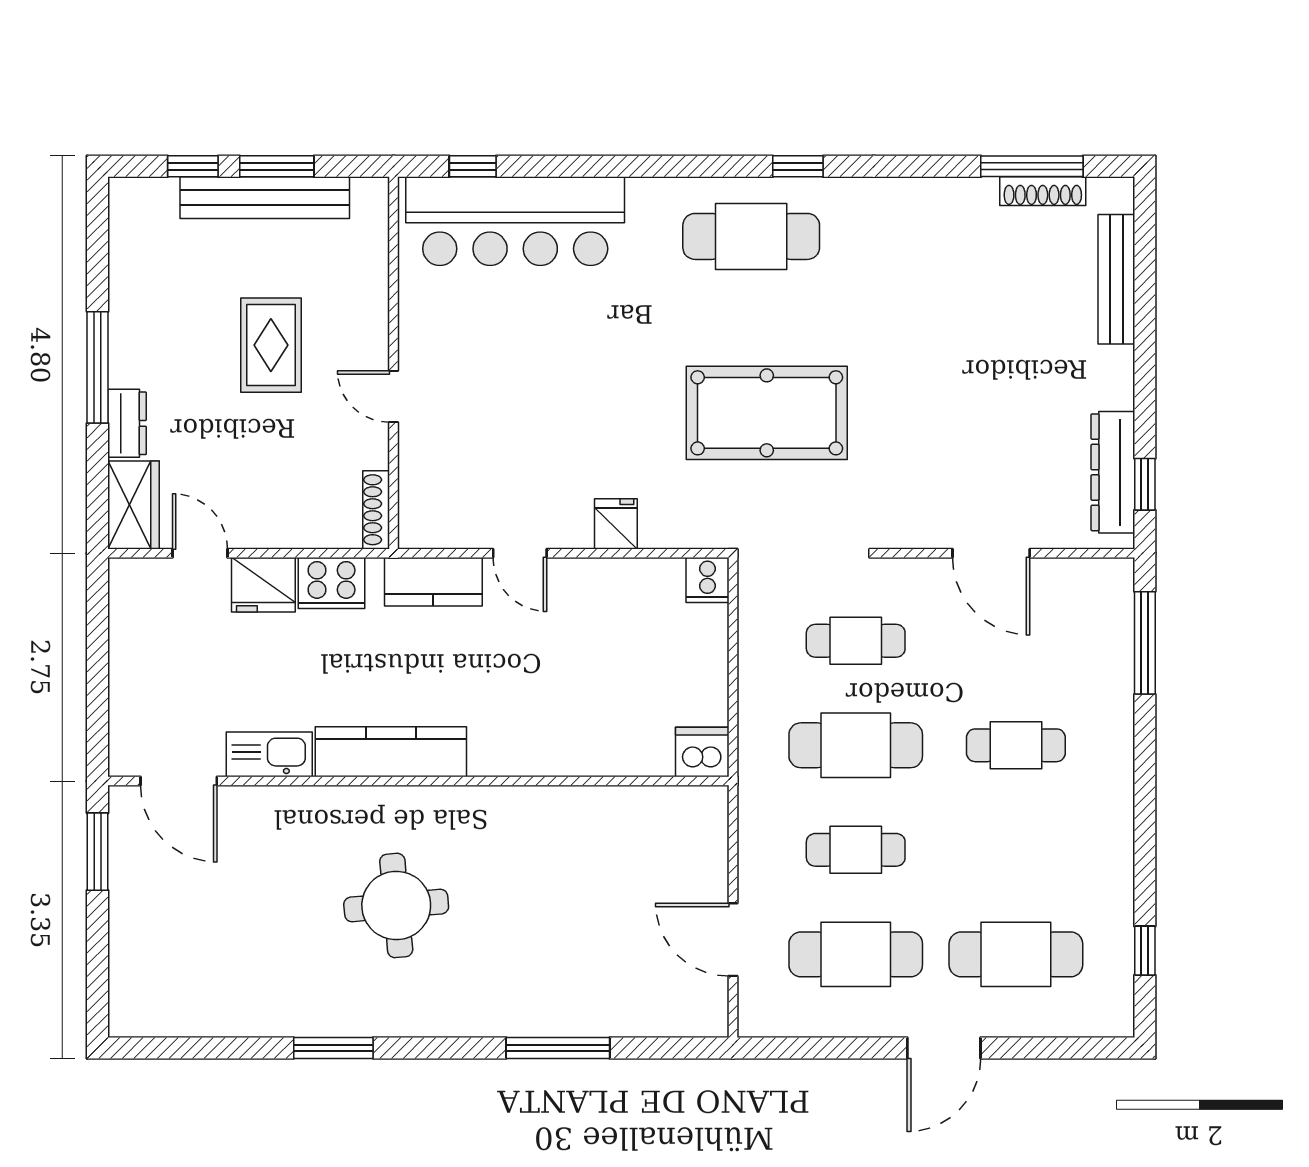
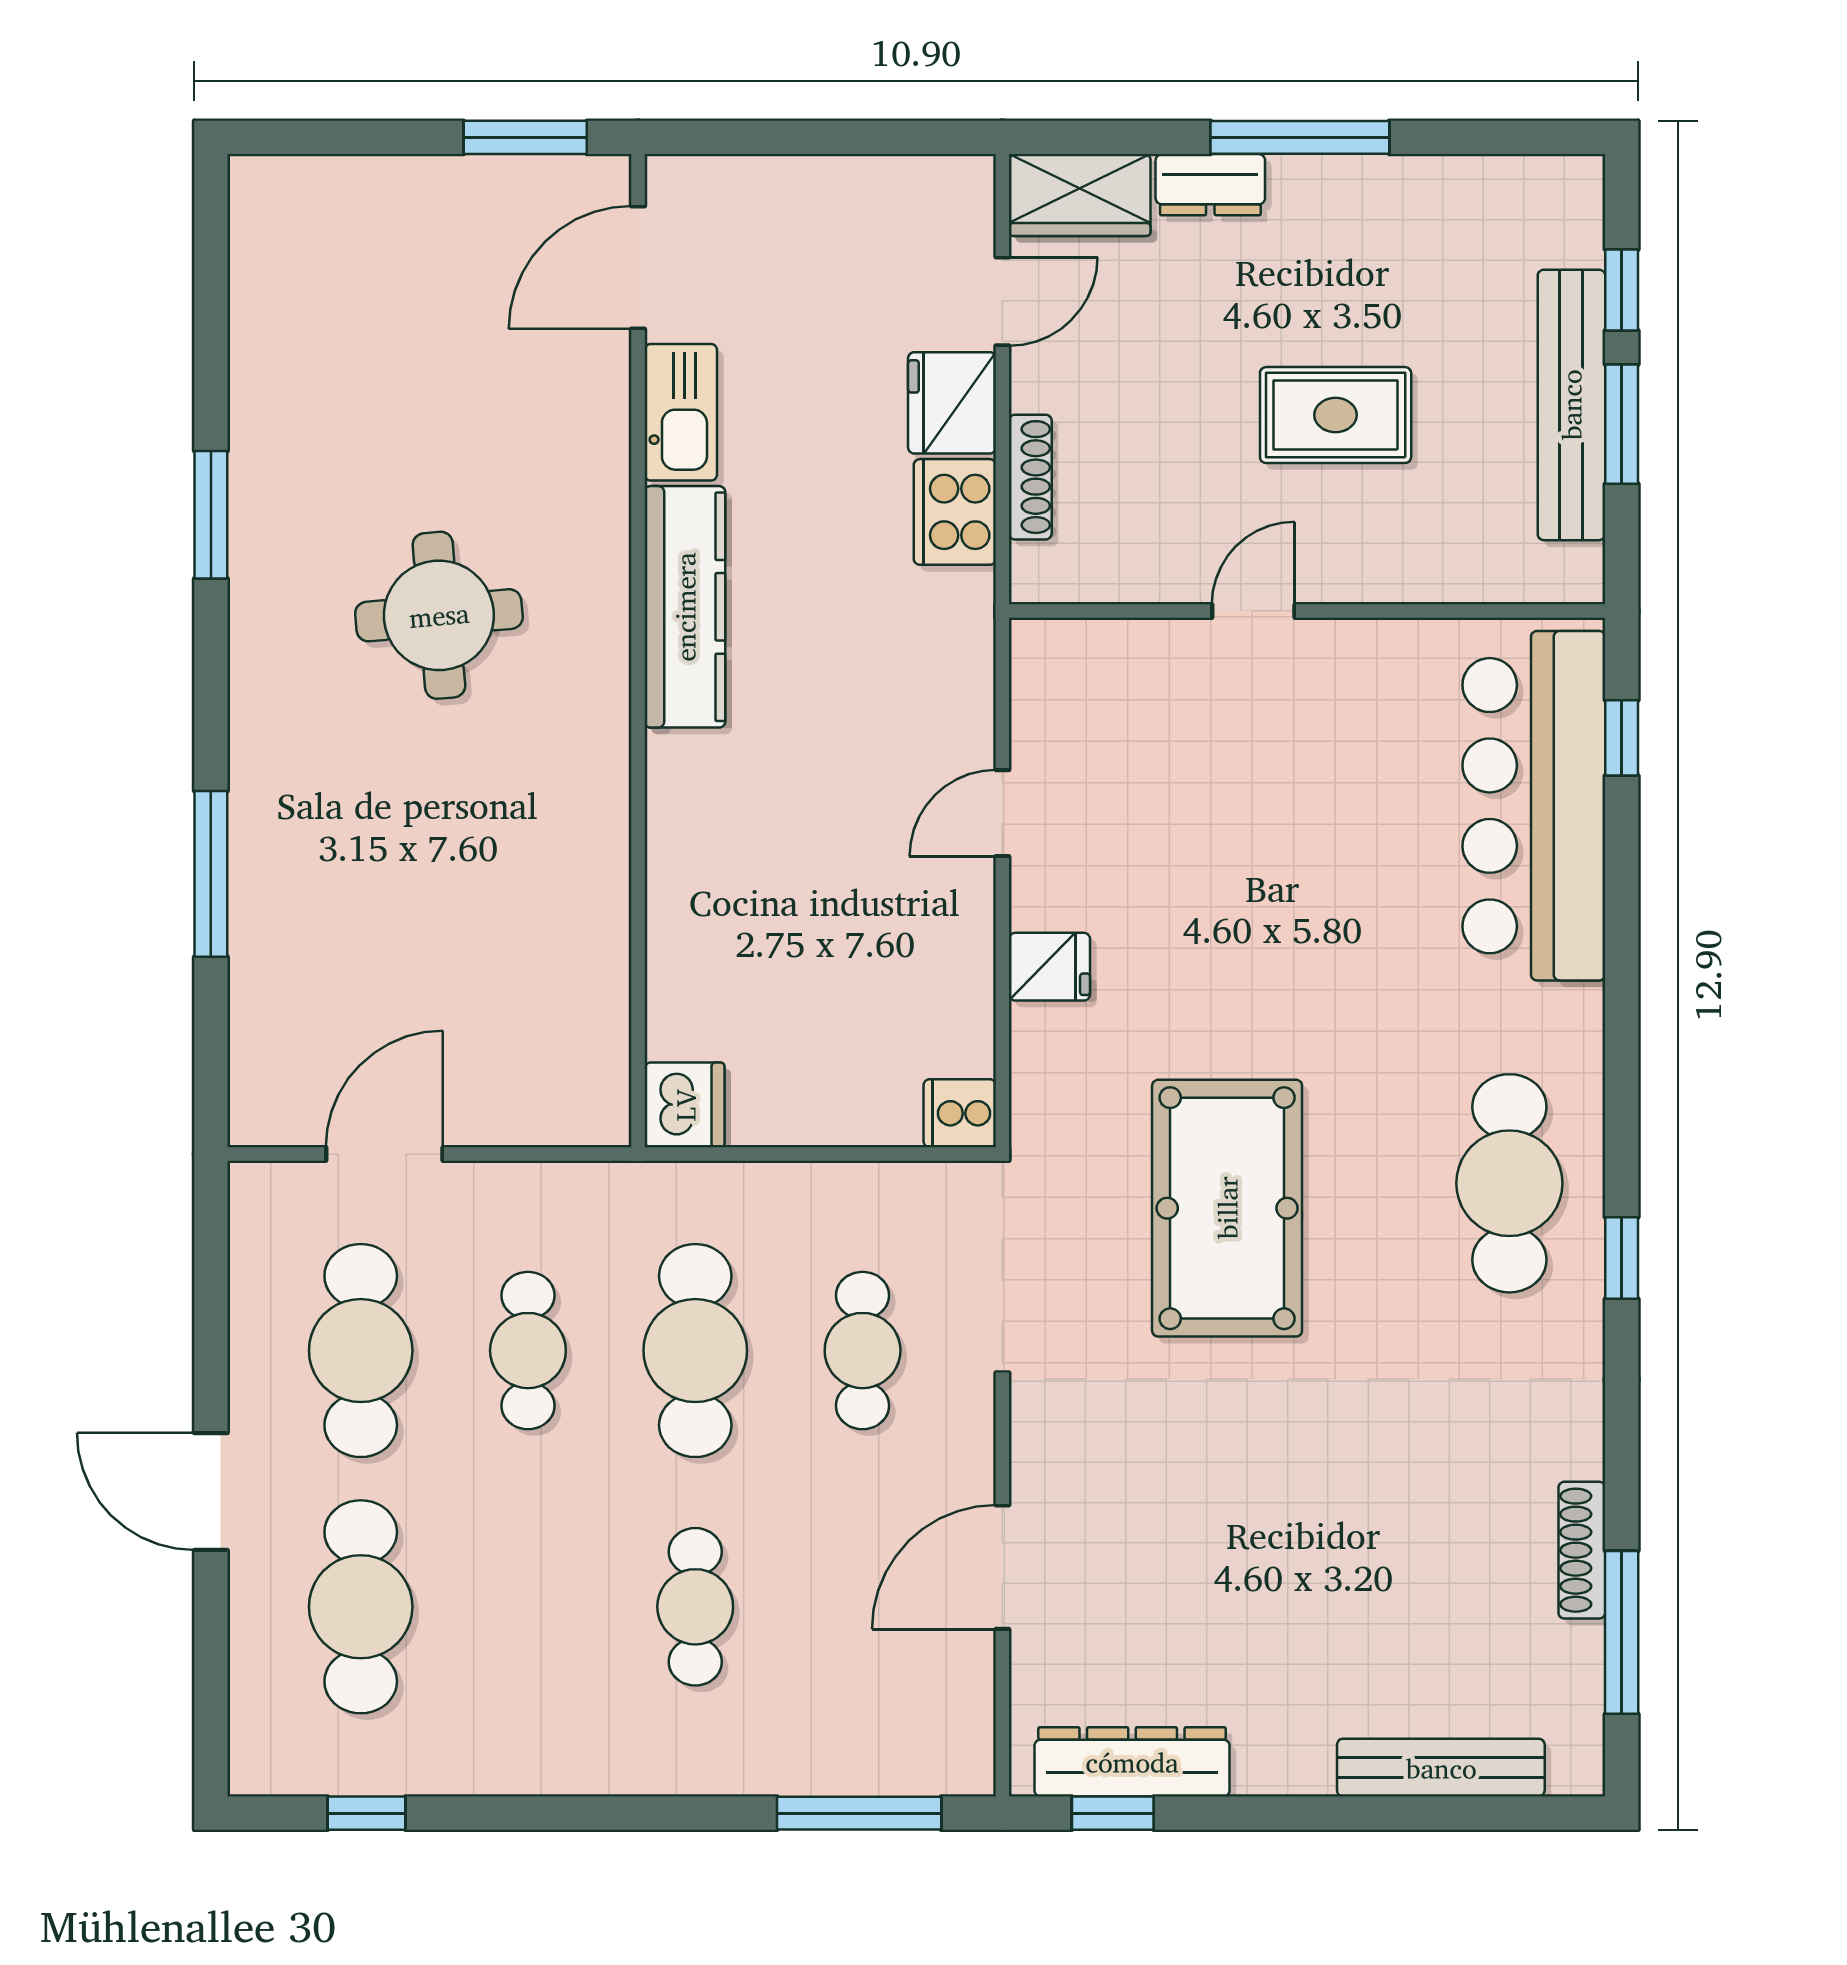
shoe rack: (1043, 191) -> (1582, 1550), moved
shoe rack: (376, 510) -> (1030, 477), moved, turned 90
kitchen counter: (433, 582) -> (957, 675), removed

